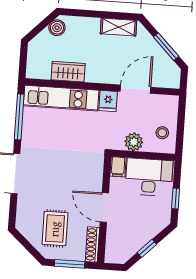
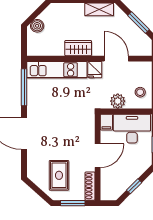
boiler: (57, 28) -> (37, 26), moved
wardrobe: (68, 72) -> (78, 48), moved
door: (135, 89) -> (116, 59), hinge flipped
door: (104, 208) -> (98, 156), swing flipped

